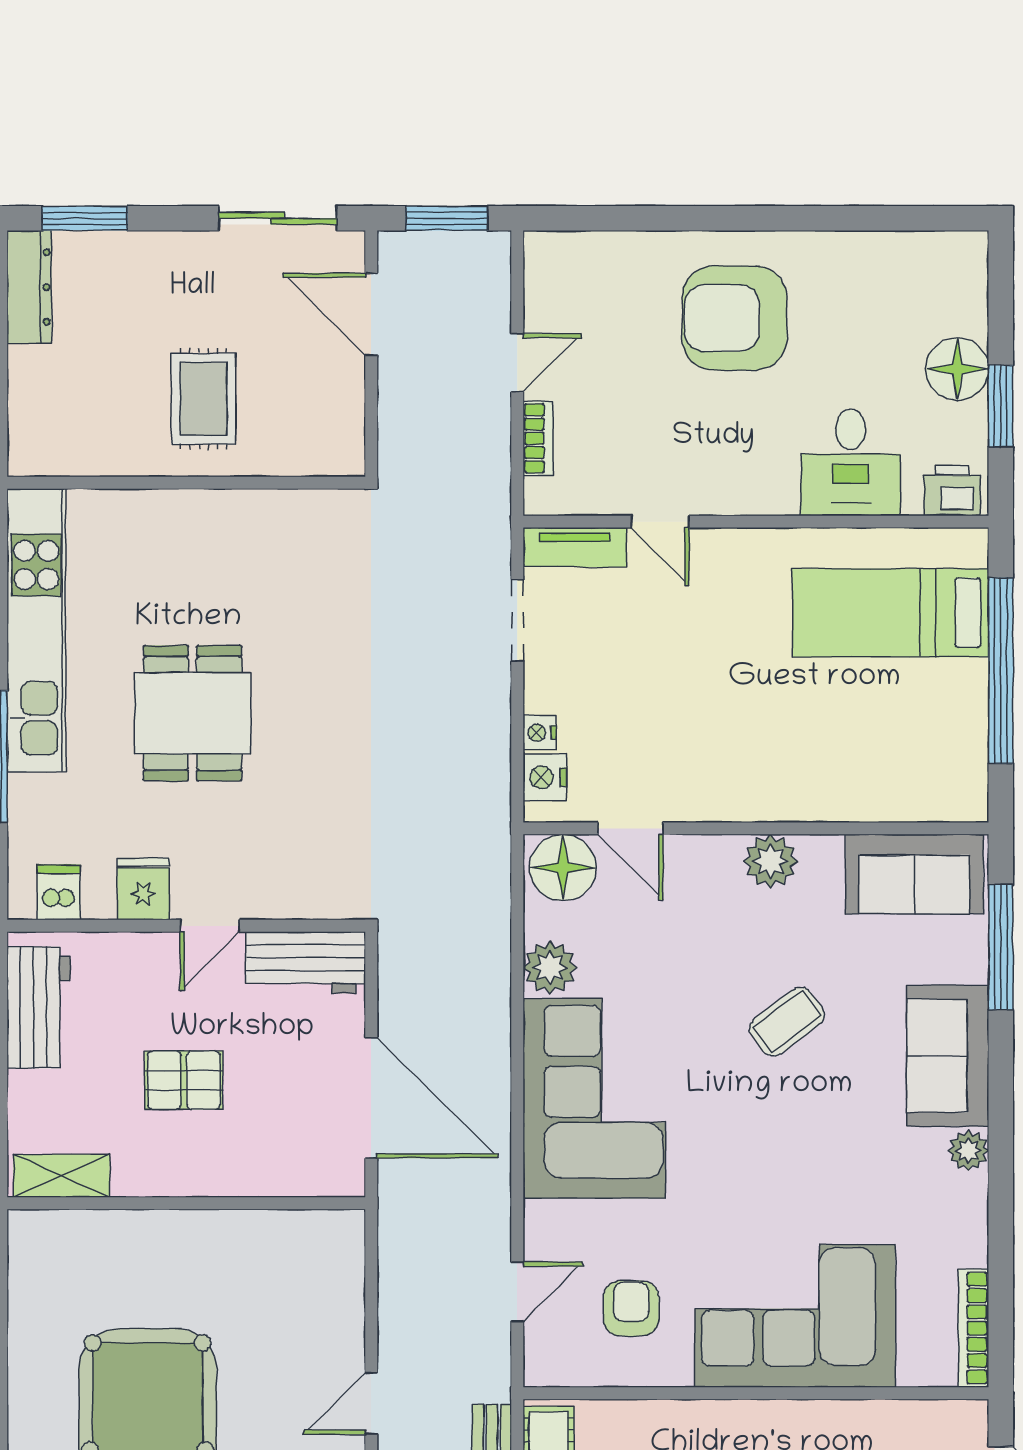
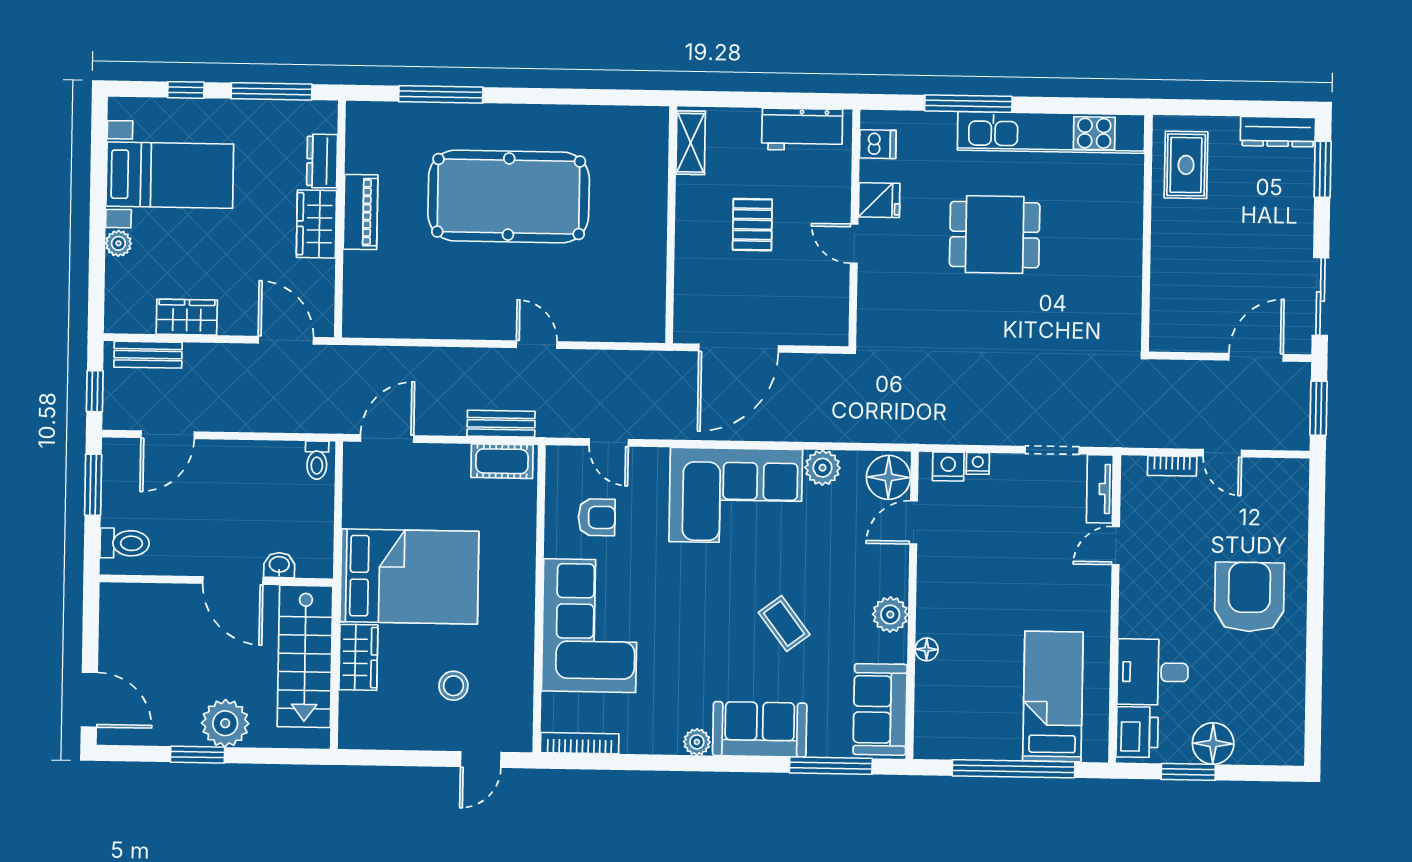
rug: (203, 399) -> (1186, 165), moved, turned 90
printer: (952, 490) -> (1137, 732), width x1.36, depth x1.24
floor lamp: (822, 805) -> (927, 649), added
workbench: (306, 963) -> (829, 306), removed

